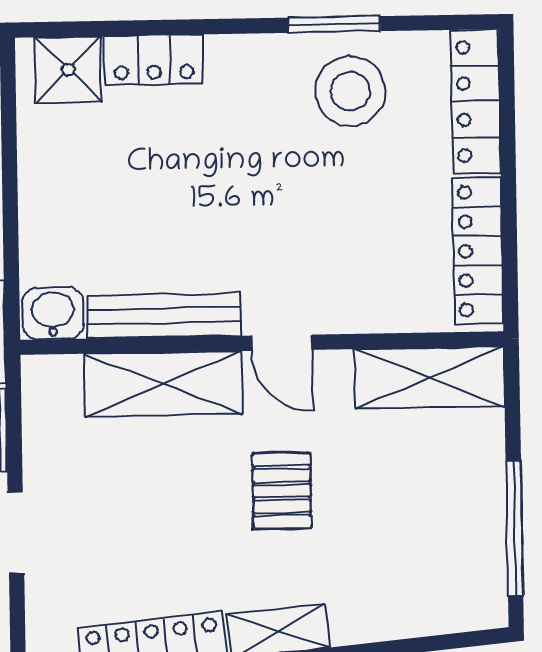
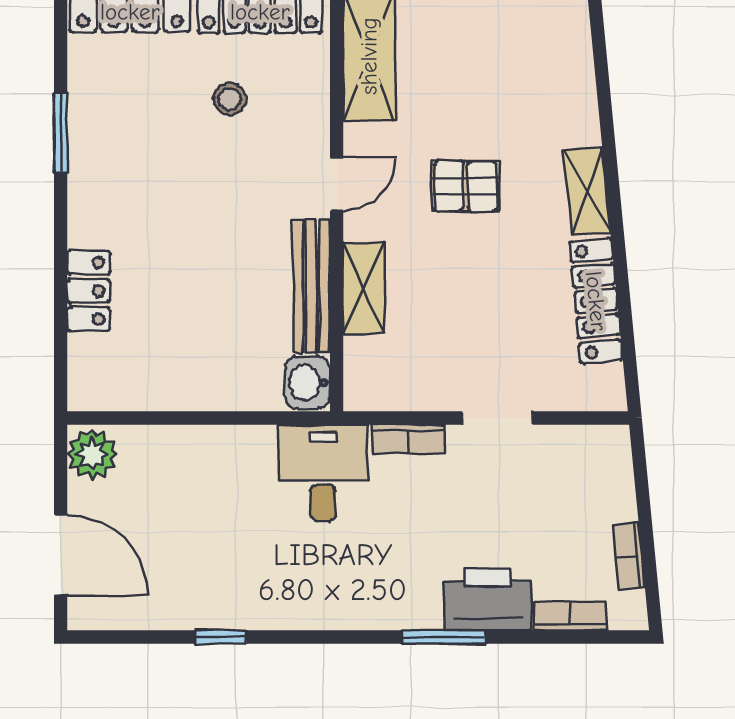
shower: (68, 70) -> (96, 365), removed
stool: (350, 91) -> (230, 99), moved, width x0.53, depth x0.53
shelving: (163, 384) -> (364, 288), width x0.67, depth x0.75

